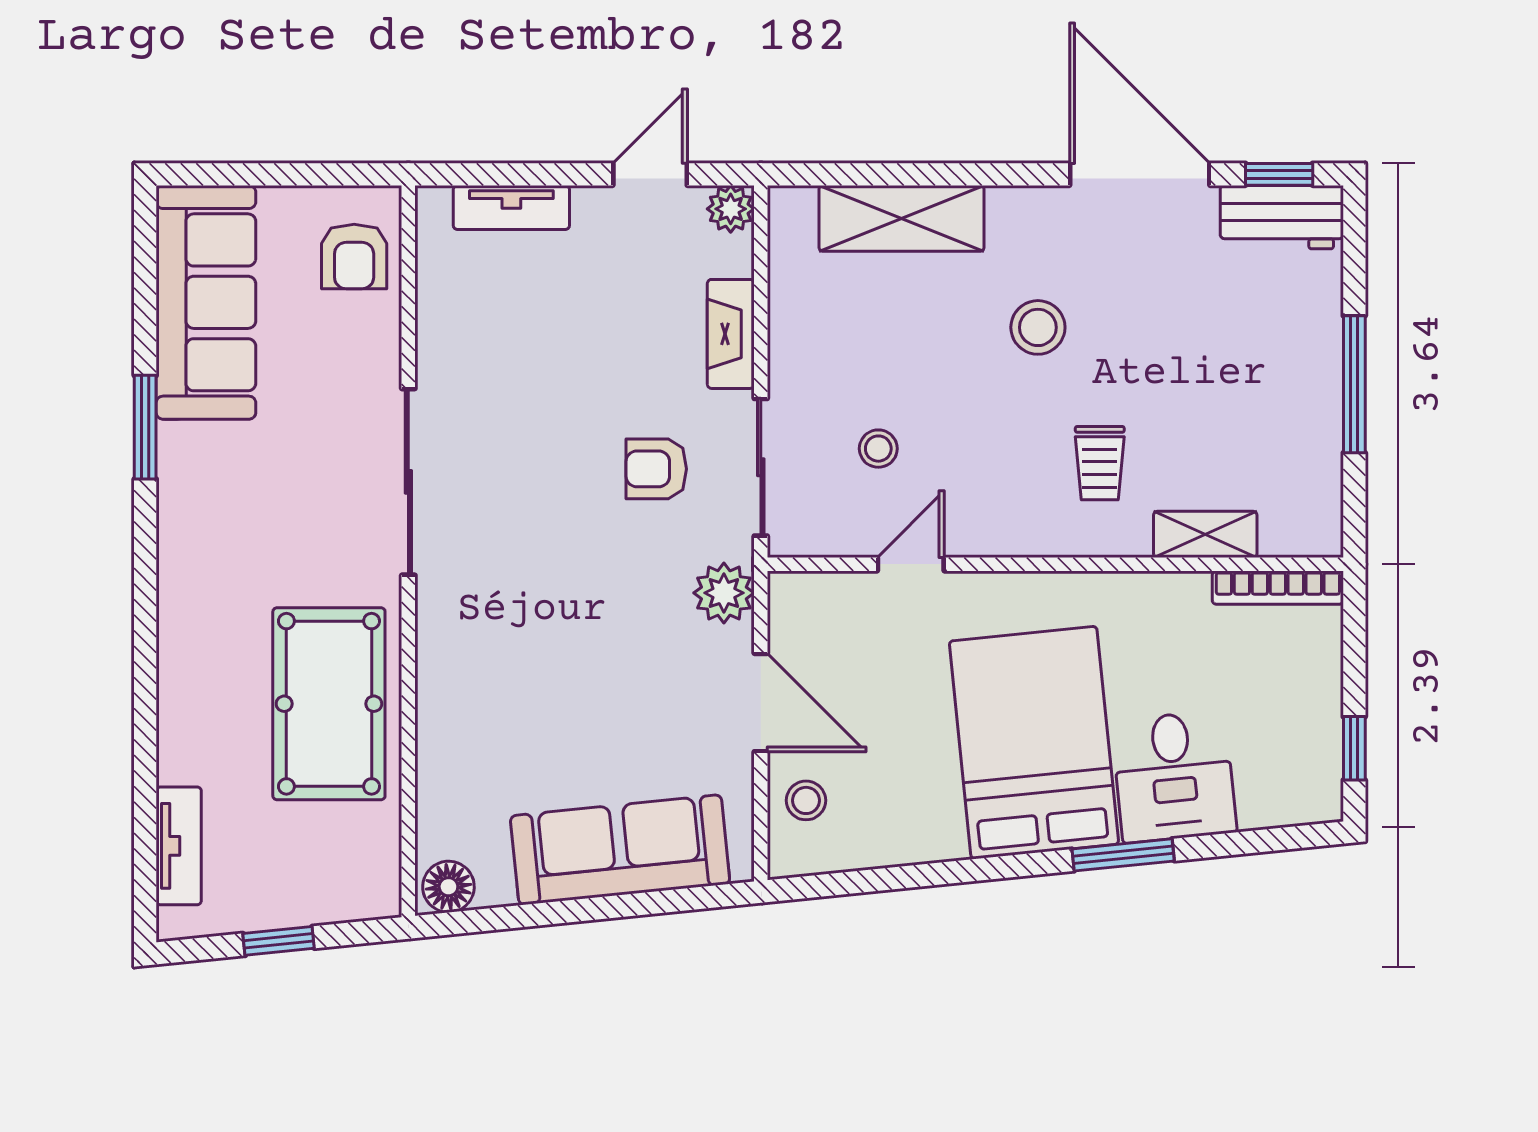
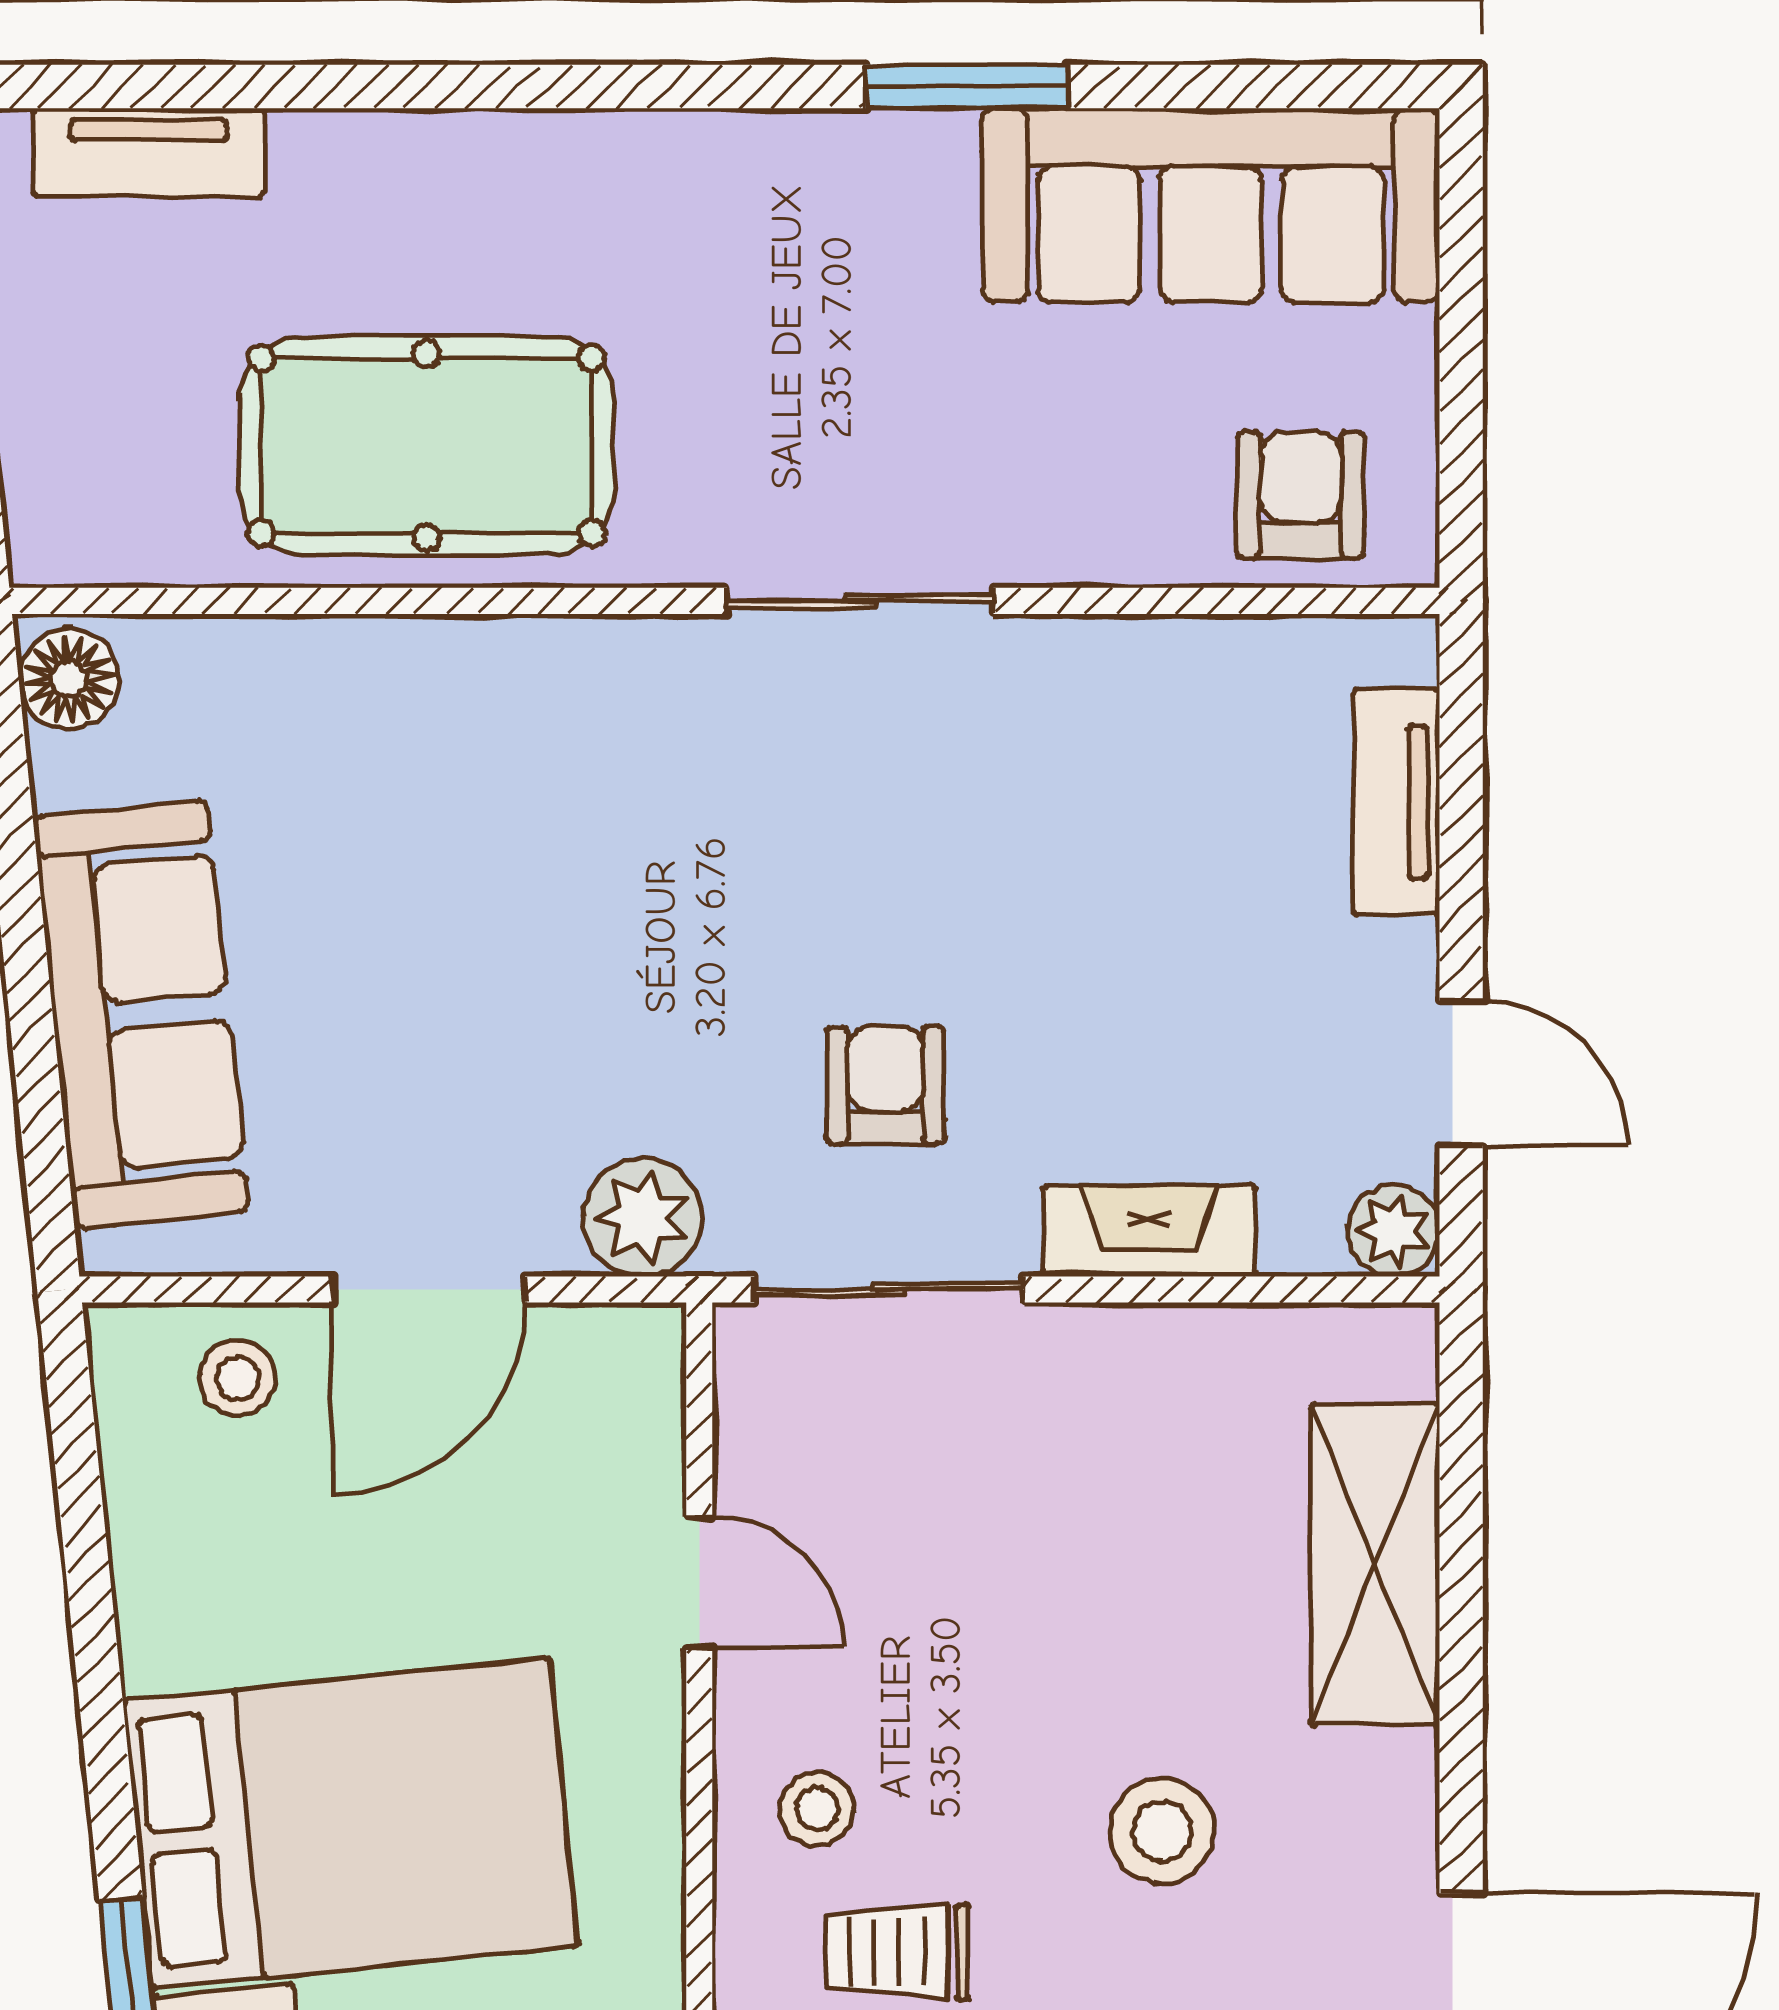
armchair: (354, 256) -> (1301, 495), turned 90
stool: (878, 449) -> (817, 1809), moved
sliding door: (408, 482) -> (860, 601), width x0.73

